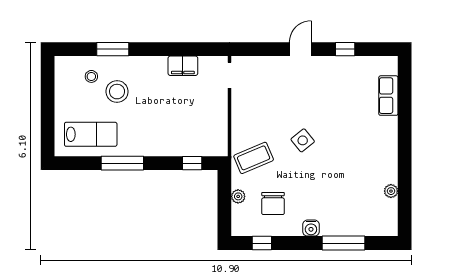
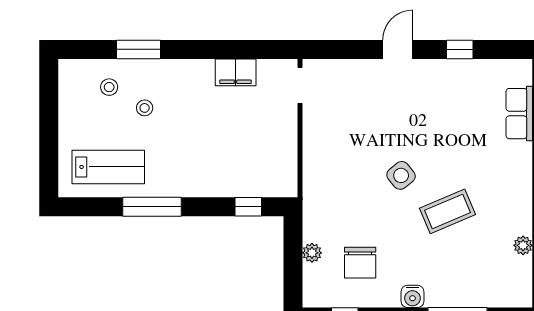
stool: (117, 92) -> (145, 108), width x0.53, depth x0.53
coffee table: (254, 158) -> (447, 211), moved

